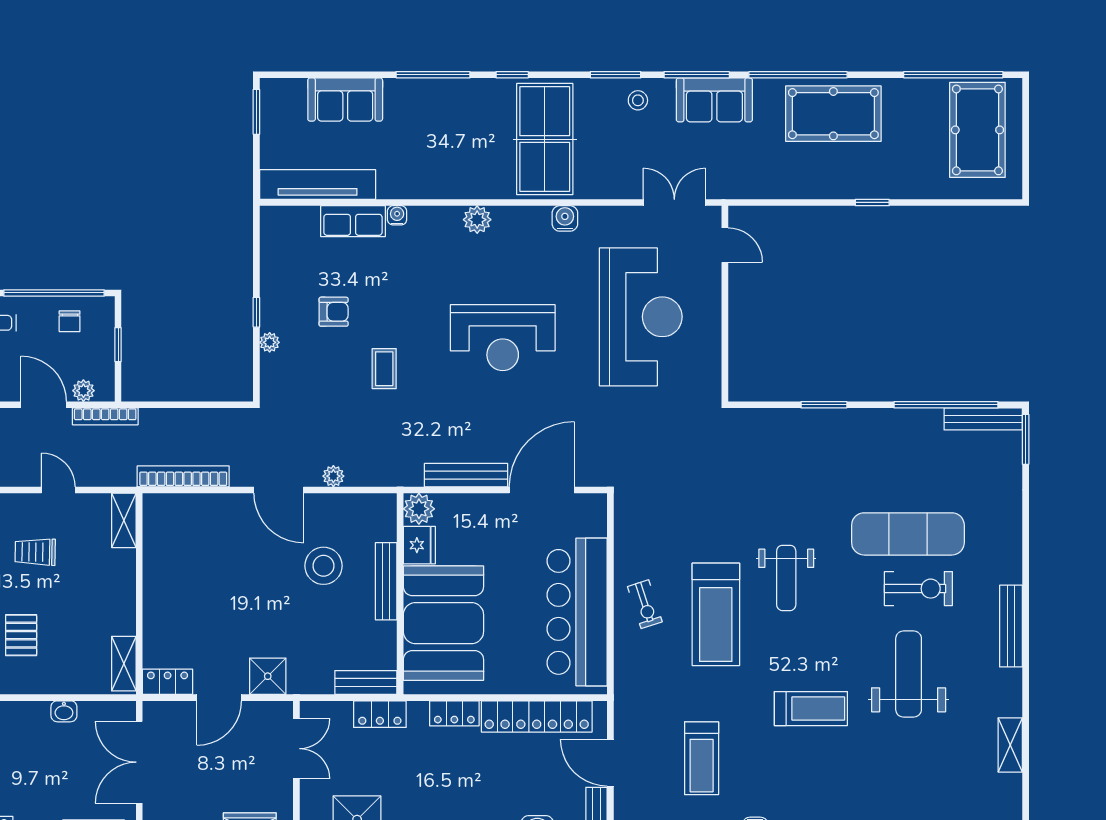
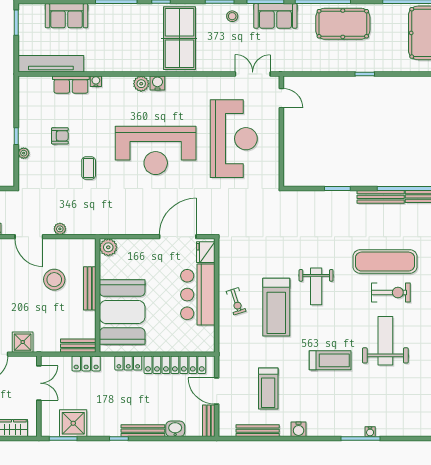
water cooler: (565, 218) -> (157, 83), moved
reception desk: (503, 338) -> (156, 150), width x1.36, depth x1.30
bench: (466, 475) -> (381, 197), moved
fridge: (419, 545) -> (206, 252), moved, turned 180
bar counter: (577, 612) -> (198, 295), width x0.73

